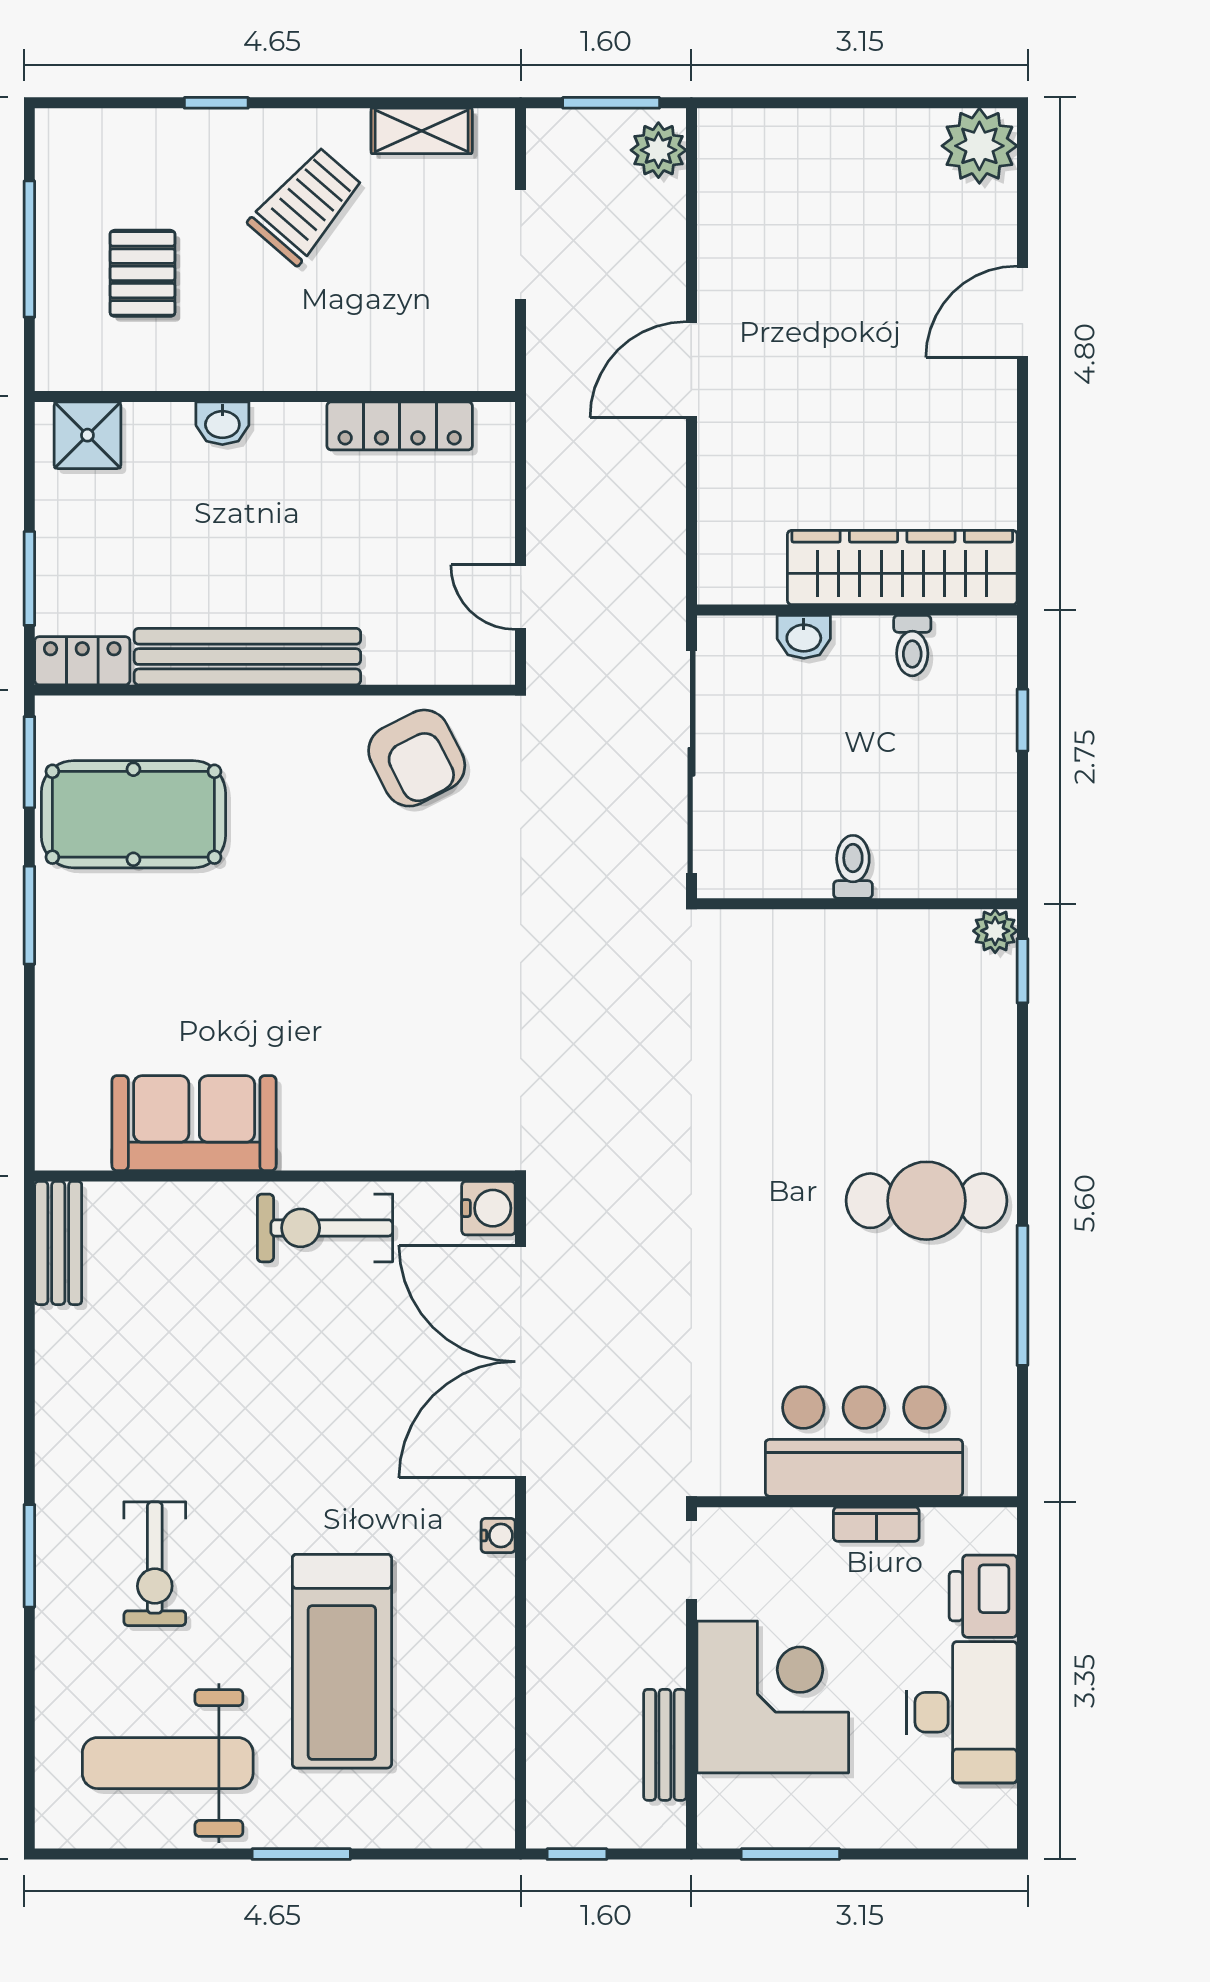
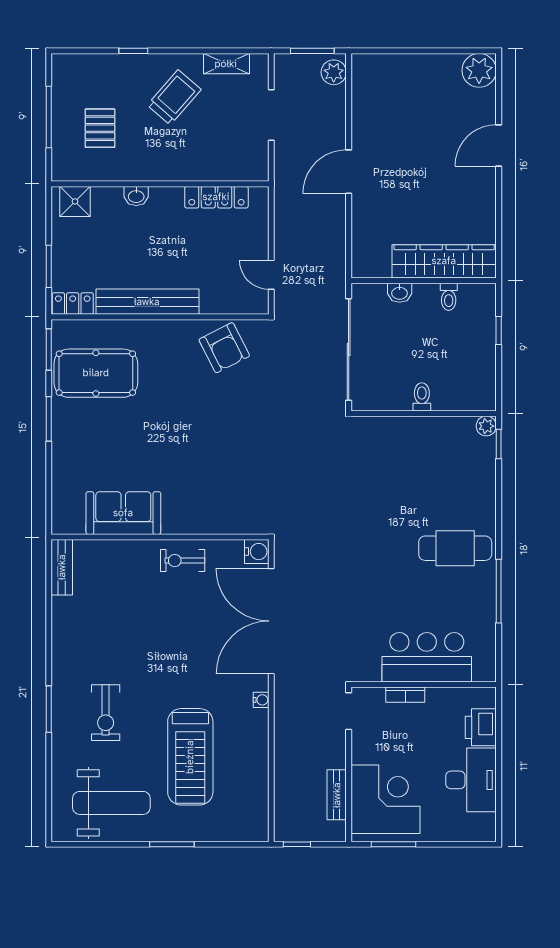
exercise bike: (325, 1228) -> (183, 561), width x0.73, depth x0.72
bookcase: (876, 1524) -> (405, 695), moved
corner desk: (773, 1697) -> (385, 799), moved
weight bench: (168, 1763) -> (111, 803), turned 180

